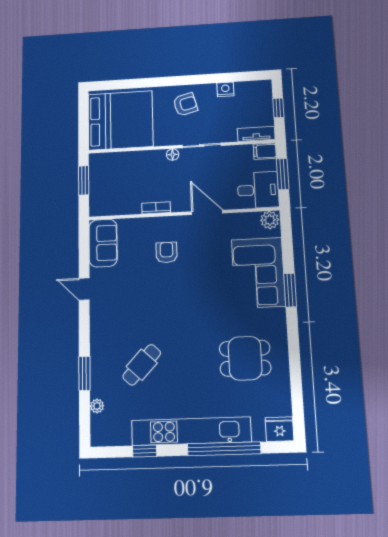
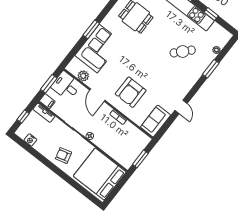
nightstand: (225, 89) -> (30, 140), moved
plant: (270, 220) -> (83, 76), moved
armchair: (167, 252) -> (131, 92), width x1.88, depth x1.88

